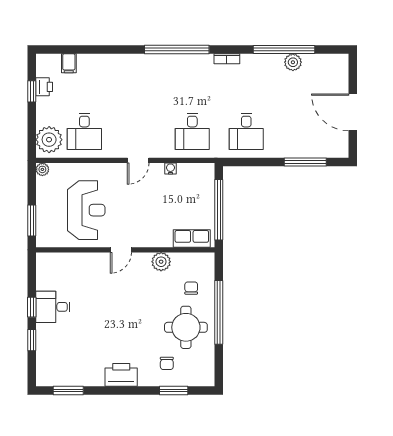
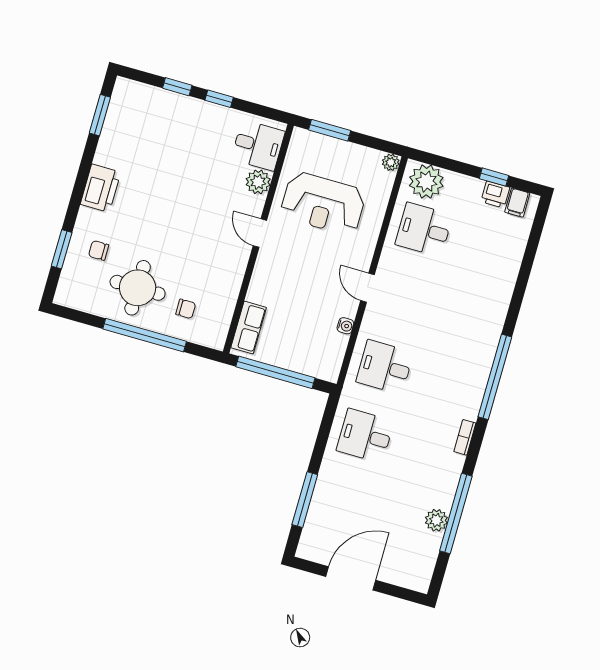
filing cabinet: (69, 63) -> (517, 203), moved, turned -90
plant: (161, 262) -> (258, 182), moved
desk: (53, 307) -> (258, 145), moved, turned 90

